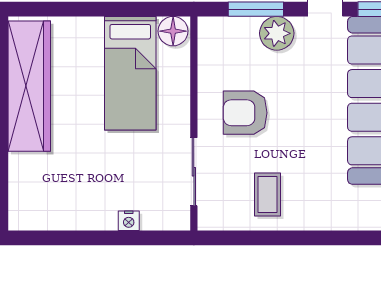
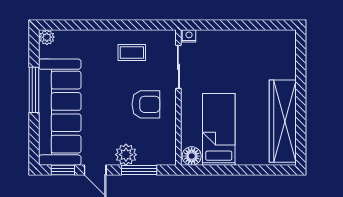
coffee table: (267, 194) -> (132, 52), turned 90
nightstand: (129, 221) -> (189, 36), moved

